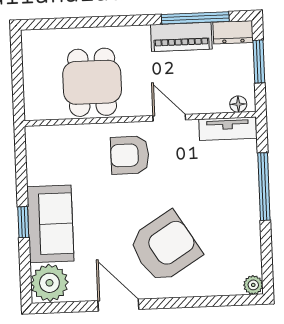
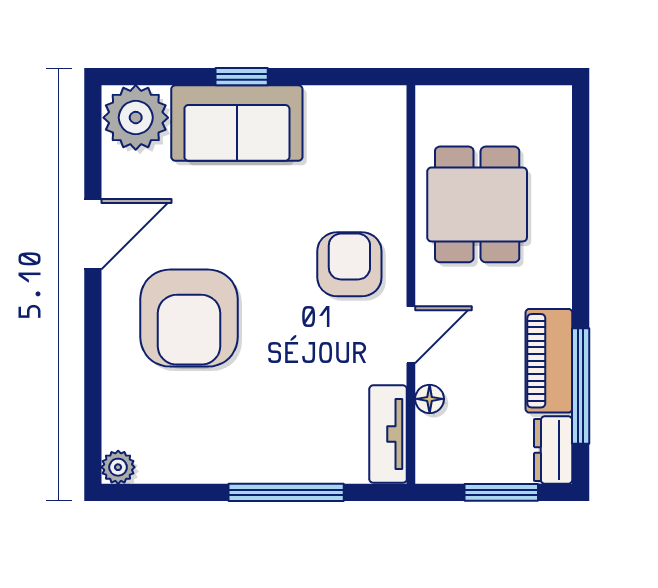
dining table: (92, 82) -> (477, 204), turned 90
floor lamp: (238, 104) -> (430, 399), moved
armchair: (165, 247) -> (189, 318), turned 32

